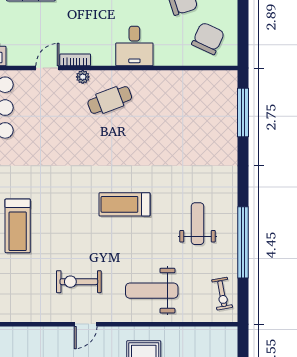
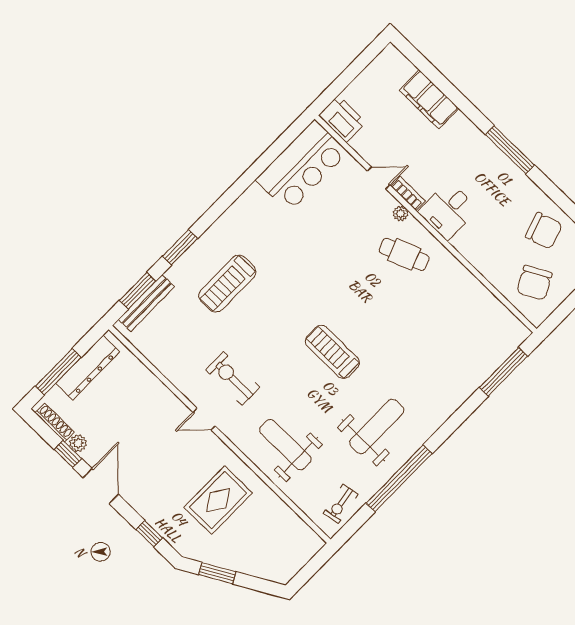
chair: (208, 38) -> (534, 283), turned 127
desk: (134, 46) -> (448, 210), moved
weight bench: (198, 224) -> (377, 426), width x1.36, depth x1.33

